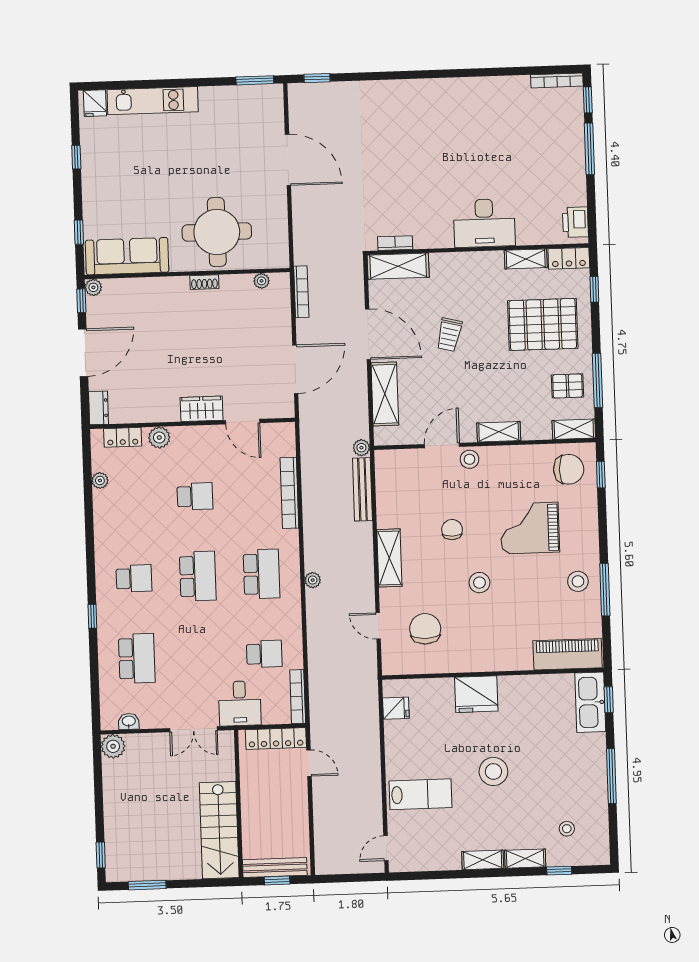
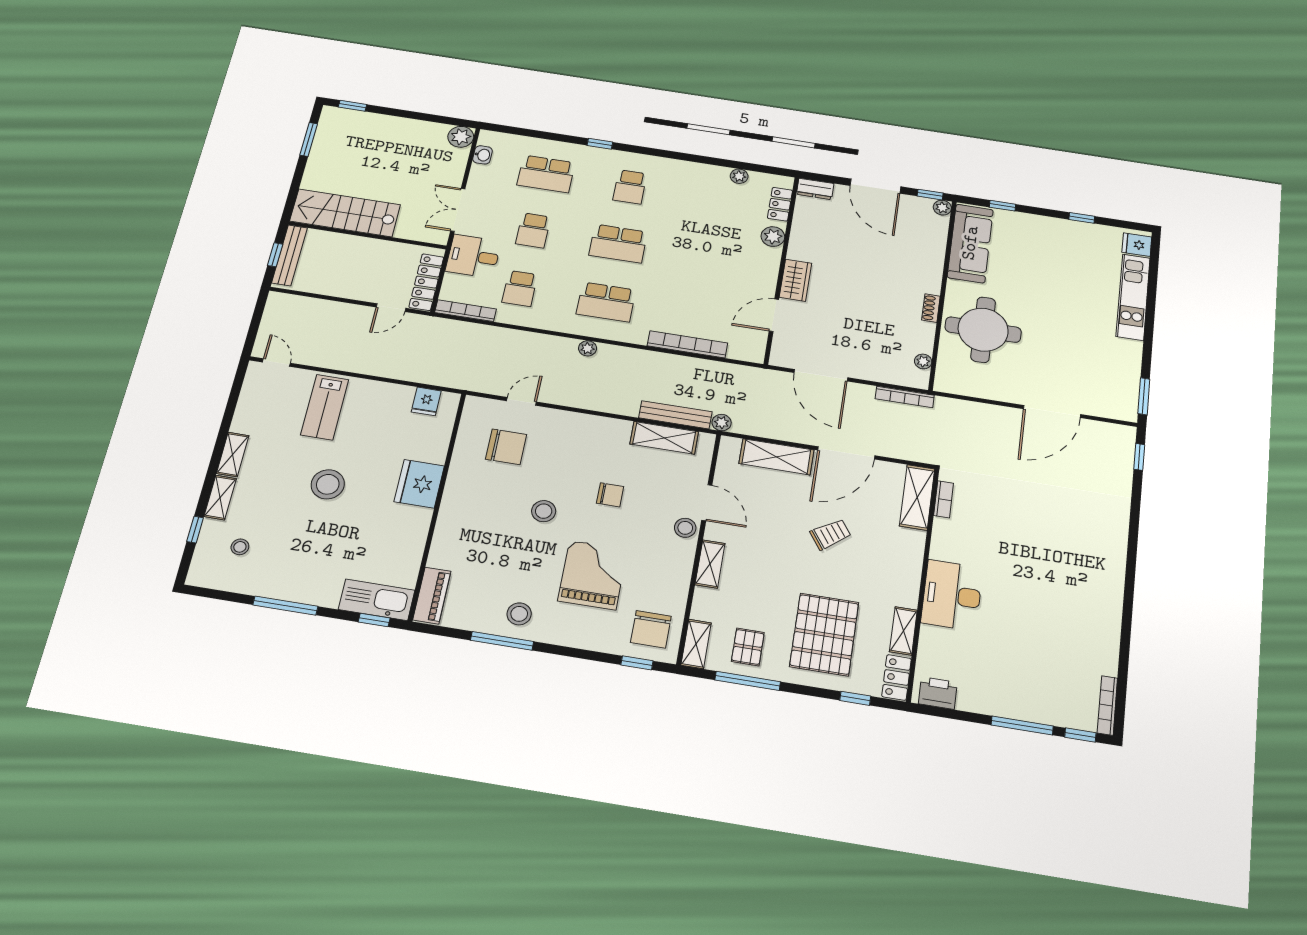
trolley: (449, 335) -> (830, 534), turned 131
school desk: (195, 496) -> (533, 230), moved
shelving: (389, 558) -> (664, 438), moved
piano: (568, 654) -> (432, 596), width x0.73, depth x0.75

